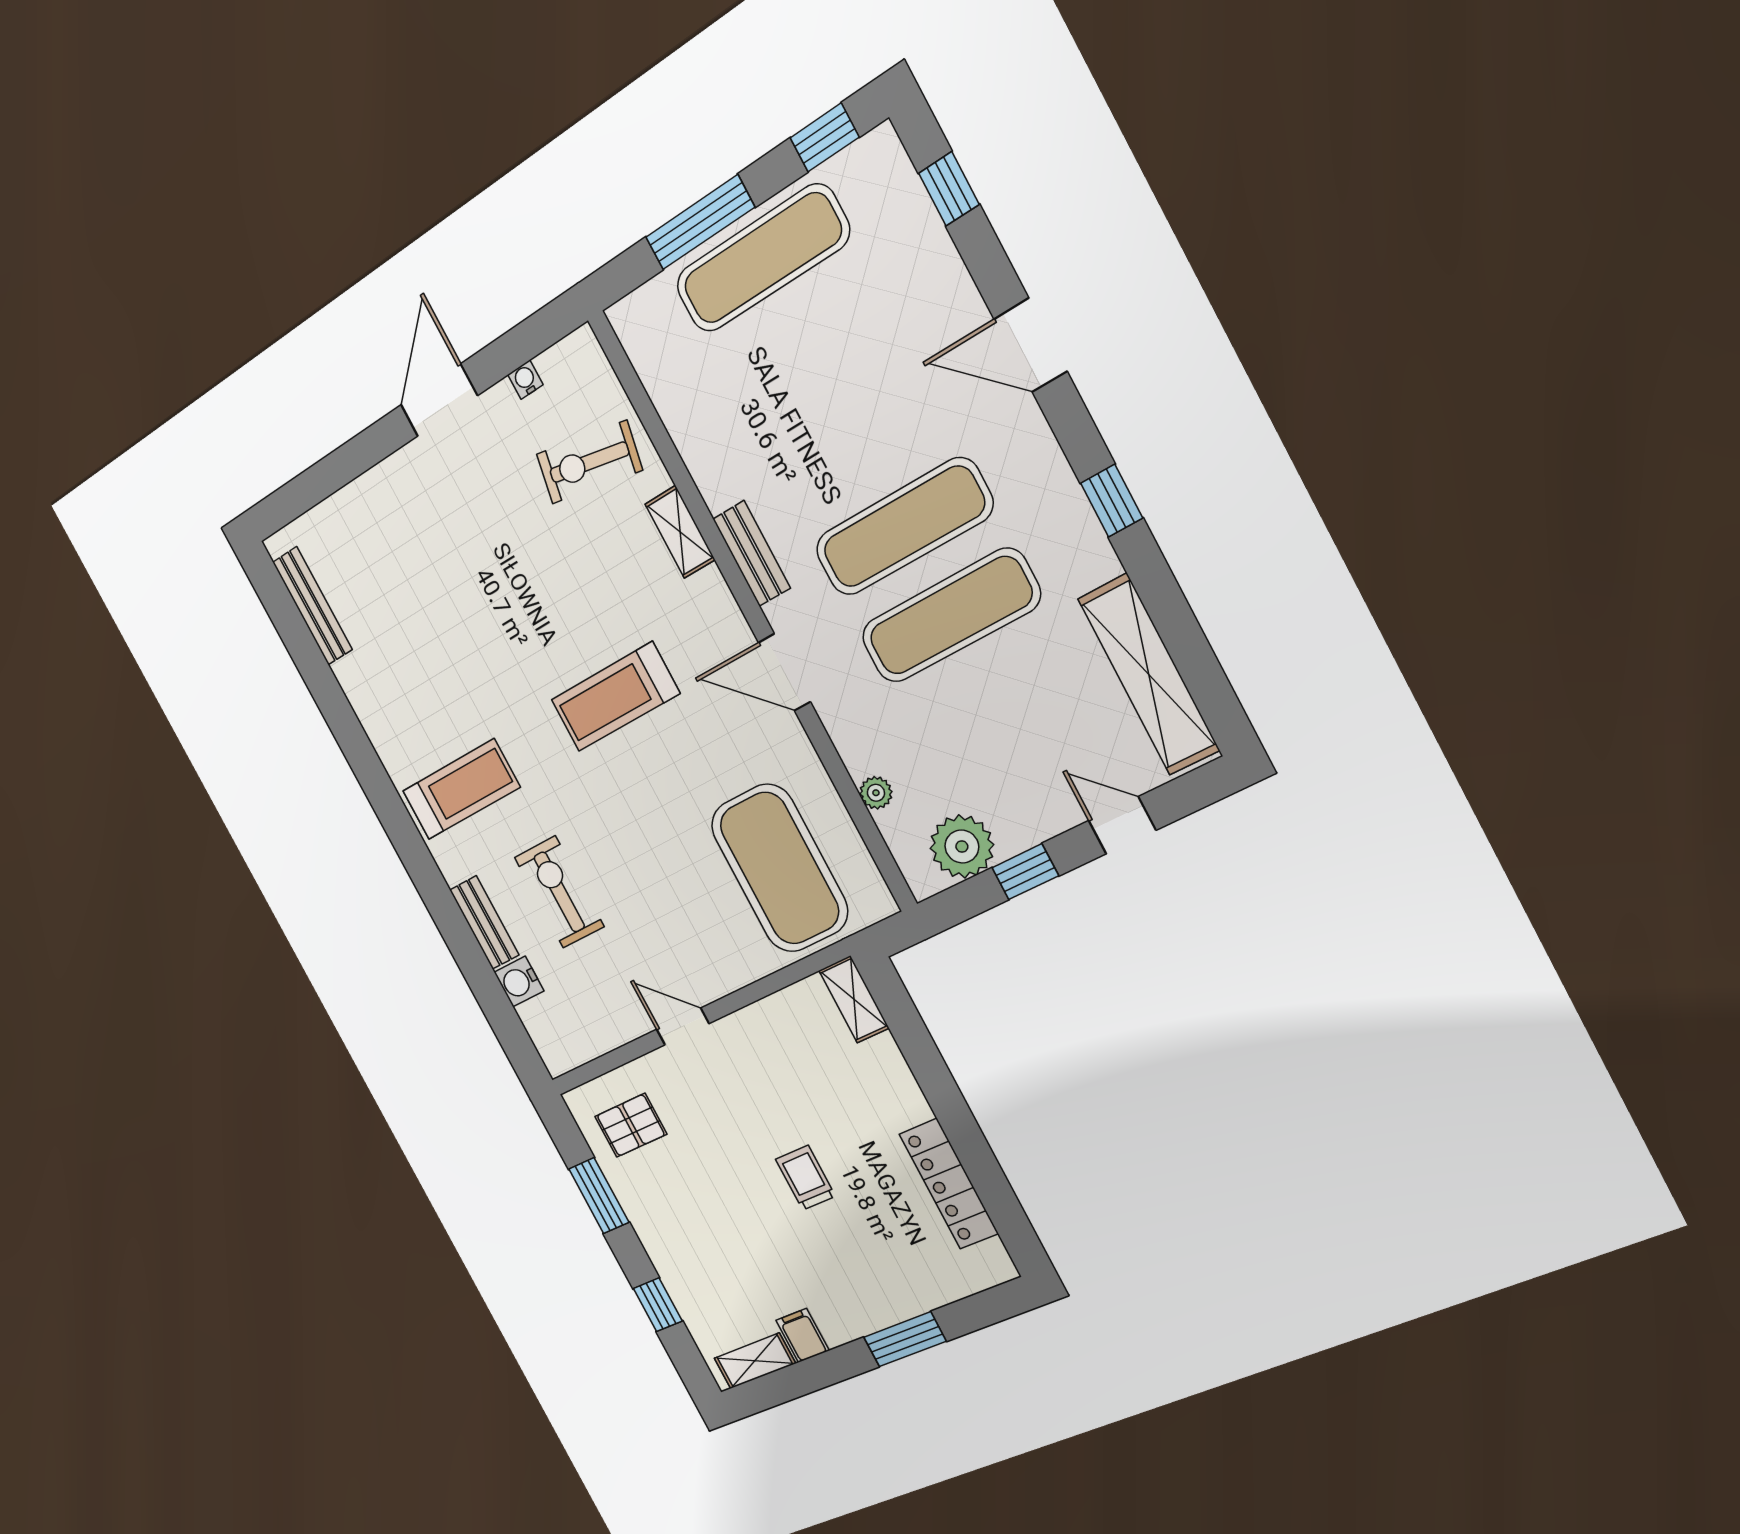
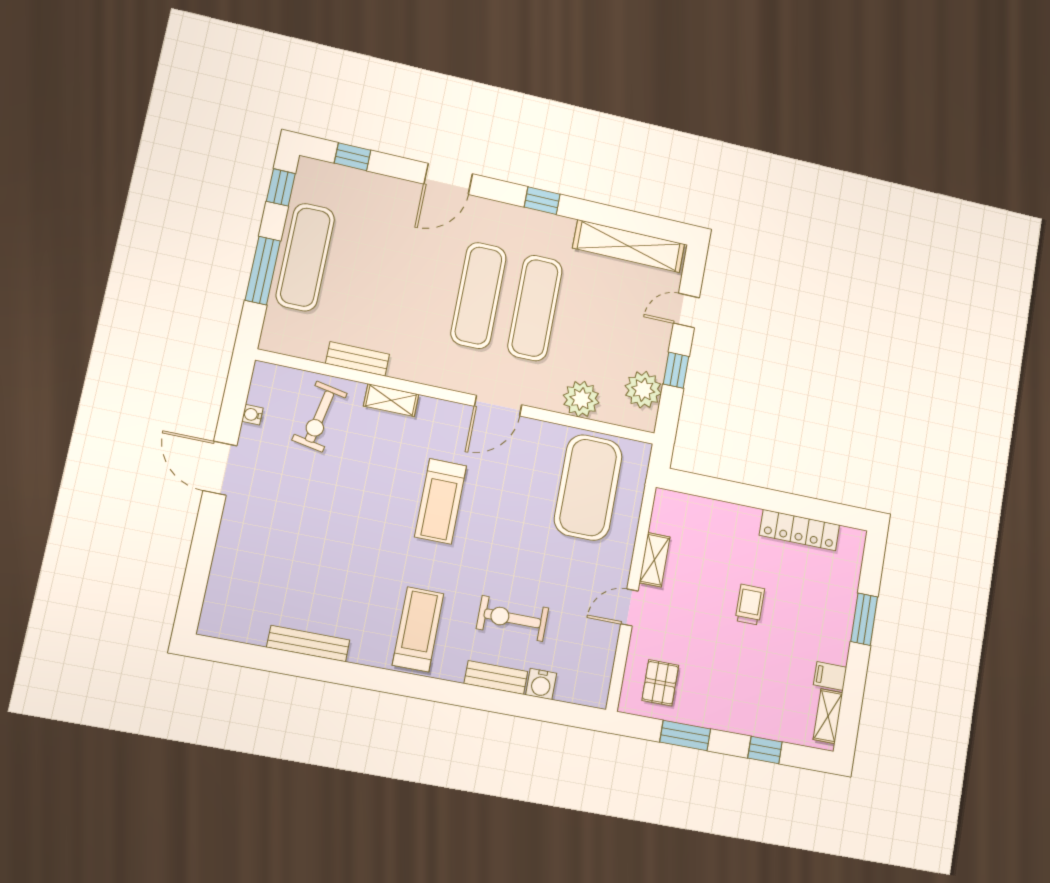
bench: (752, 554) -> (358, 359), moved
bench: (312, 606) -> (308, 644), moved
plant: (876, 793) -> (581, 399), width x1.87, depth x1.87
exercise mat: (779, 868) -> (588, 487), turned 90
shelving: (854, 999) -> (655, 560), moved, turned 90
trolley: (806, 1178) -> (750, 605), turned 90

